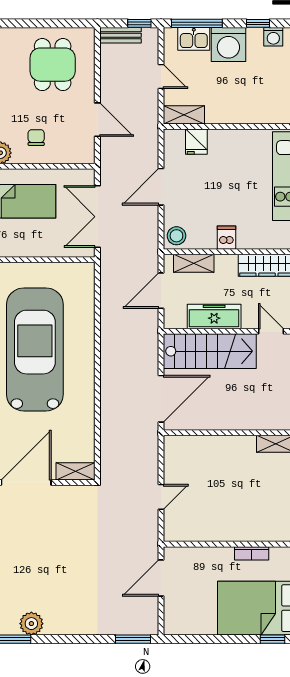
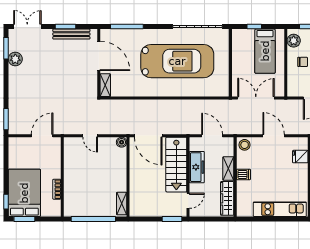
shelving: (194, 263) -> (228, 169), moved
boiler: (172, 444) -> (122, 142), added
door: (161, 578) -> (42, 136), hinge flipped

